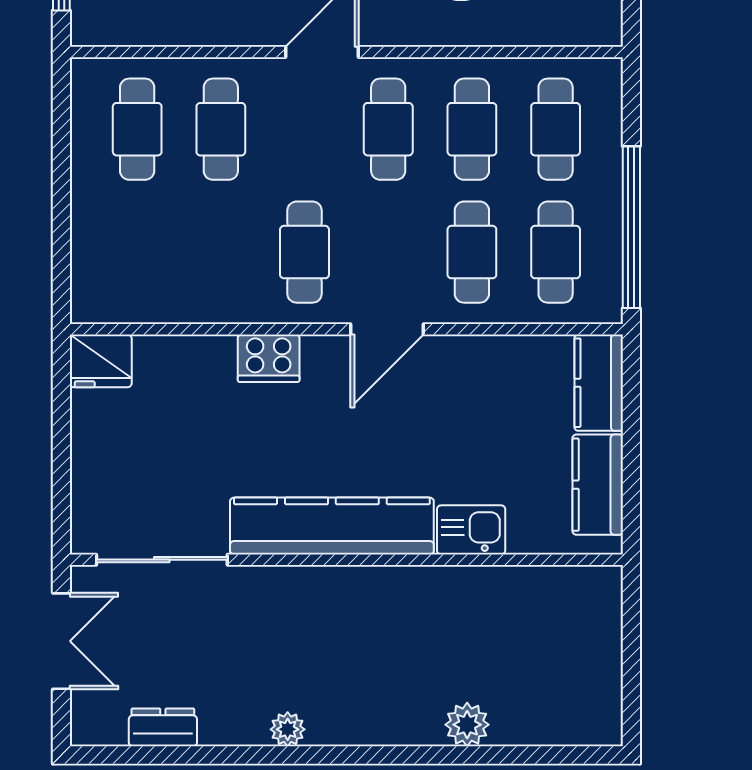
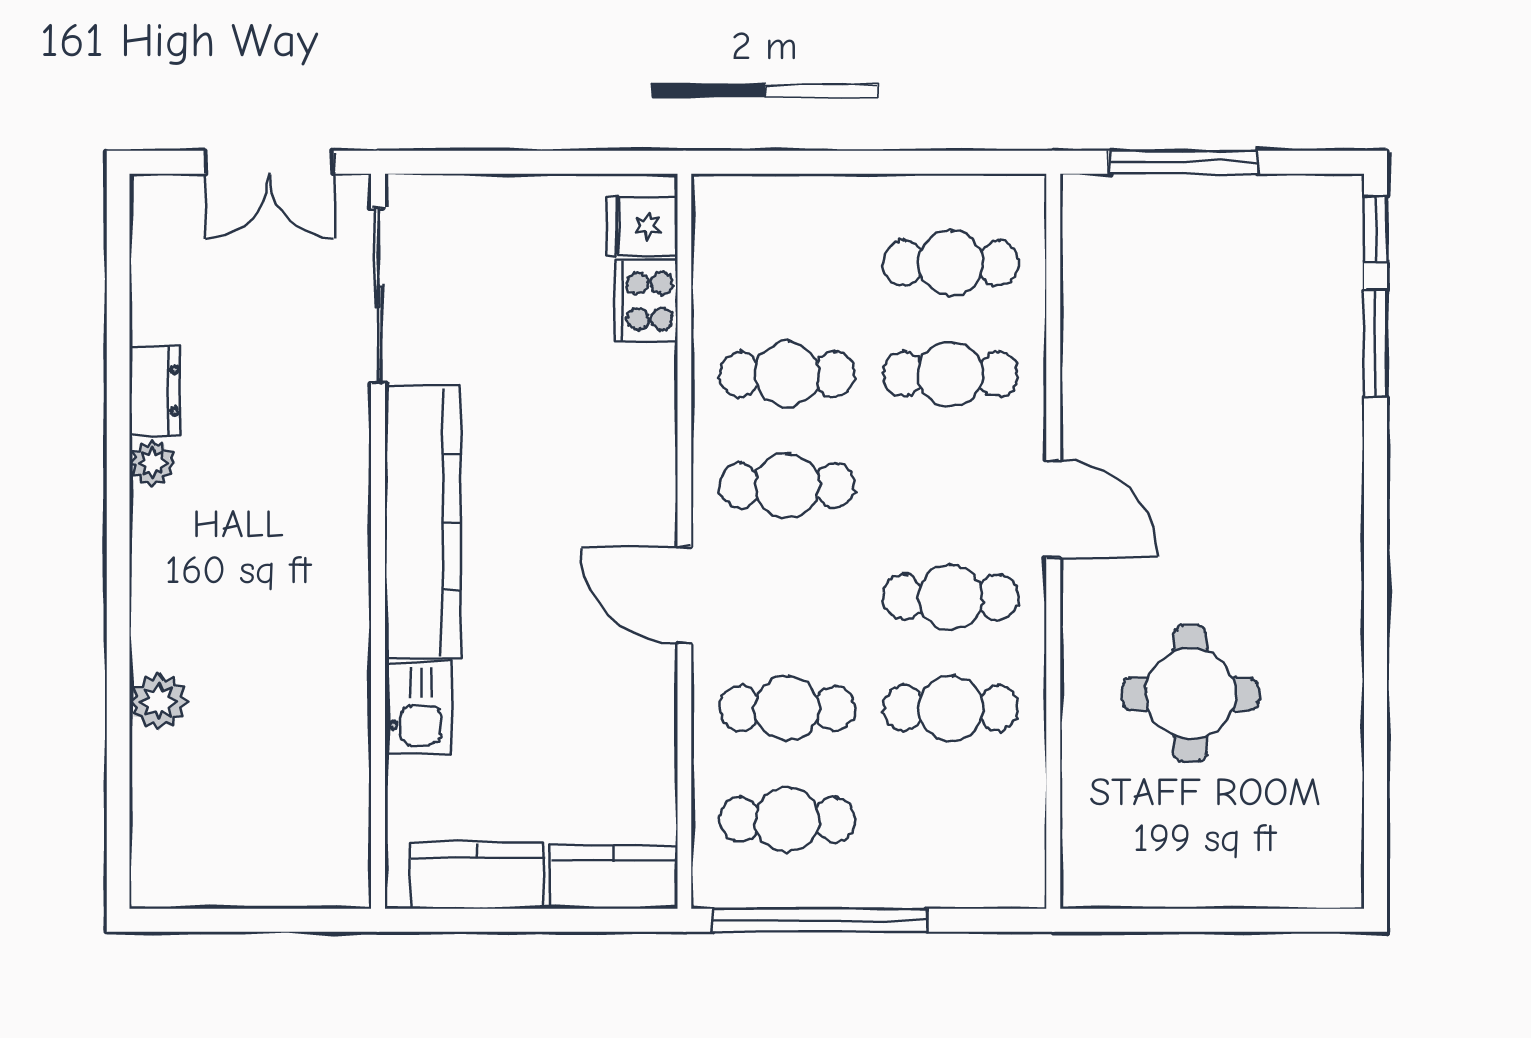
cafe table: (556, 129) -> (787, 374), moved
cooker: (269, 358) -> (646, 301), moved
fridge: (101, 361) -> (642, 226), width x0.72
dresser: (163, 727) -> (155, 391), moved

